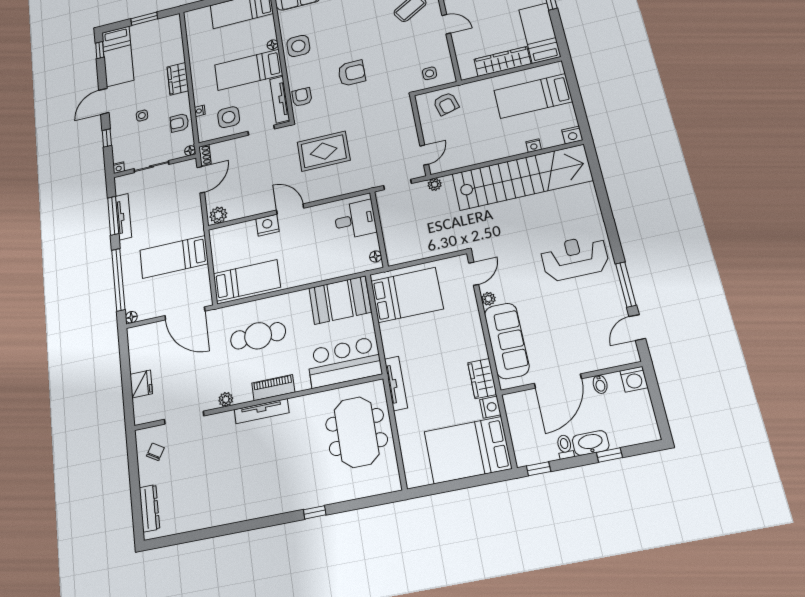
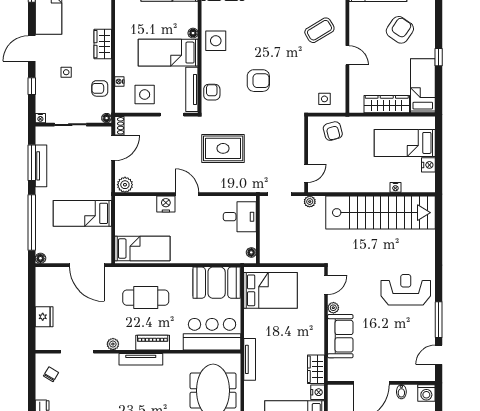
nightstand: (572, 135) -> (428, 165), moved, turned -90
sofa: (507, 341) -> (340, 336), width x0.73

